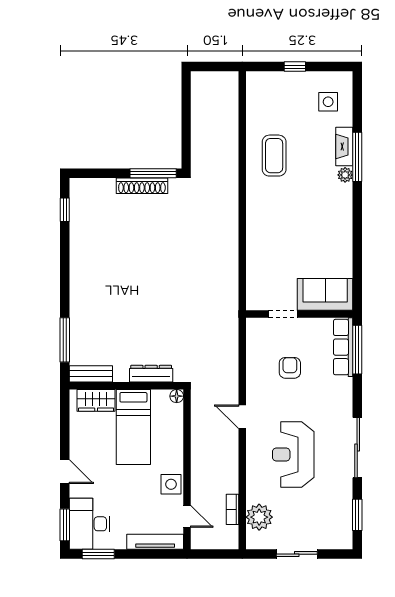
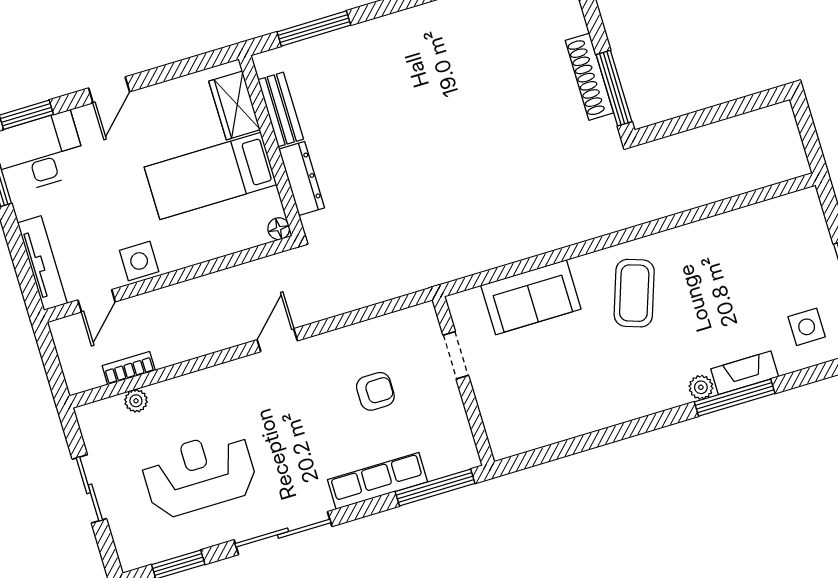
coffee table: (274, 156) -> (634, 293), moved, turned -71
sofa: (325, 294) -> (531, 297), moved, turned 90
row of seats: (343, 347) -> (377, 481), moved
bench: (91, 374) -> (281, 109), moved
reception desk: (293, 455) -> (199, 474), moved
plant: (259, 517) -> (136, 401), width x0.53, depth x0.53

